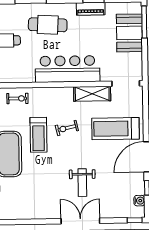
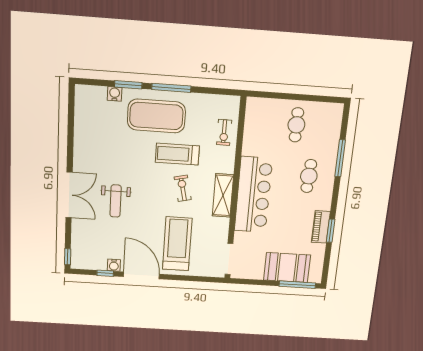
cafe table: (48, 25) -> (309, 176), width x0.73, depth x0.74
shelving: (92, 94) -> (223, 195), moved
weight bench: (82, 183) -> (116, 201), turned -90
water cooler: (139, 201) -> (114, 265), moved

